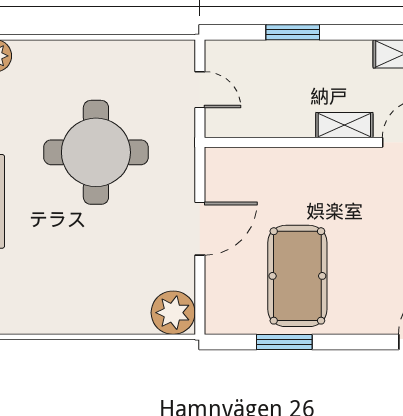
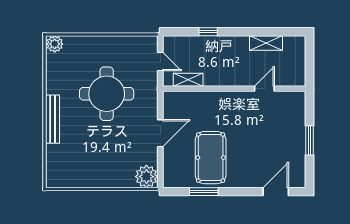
window: (293, 32) -> (208, 32), width x0.67
shelving: (344, 125) -> (188, 80), moved

